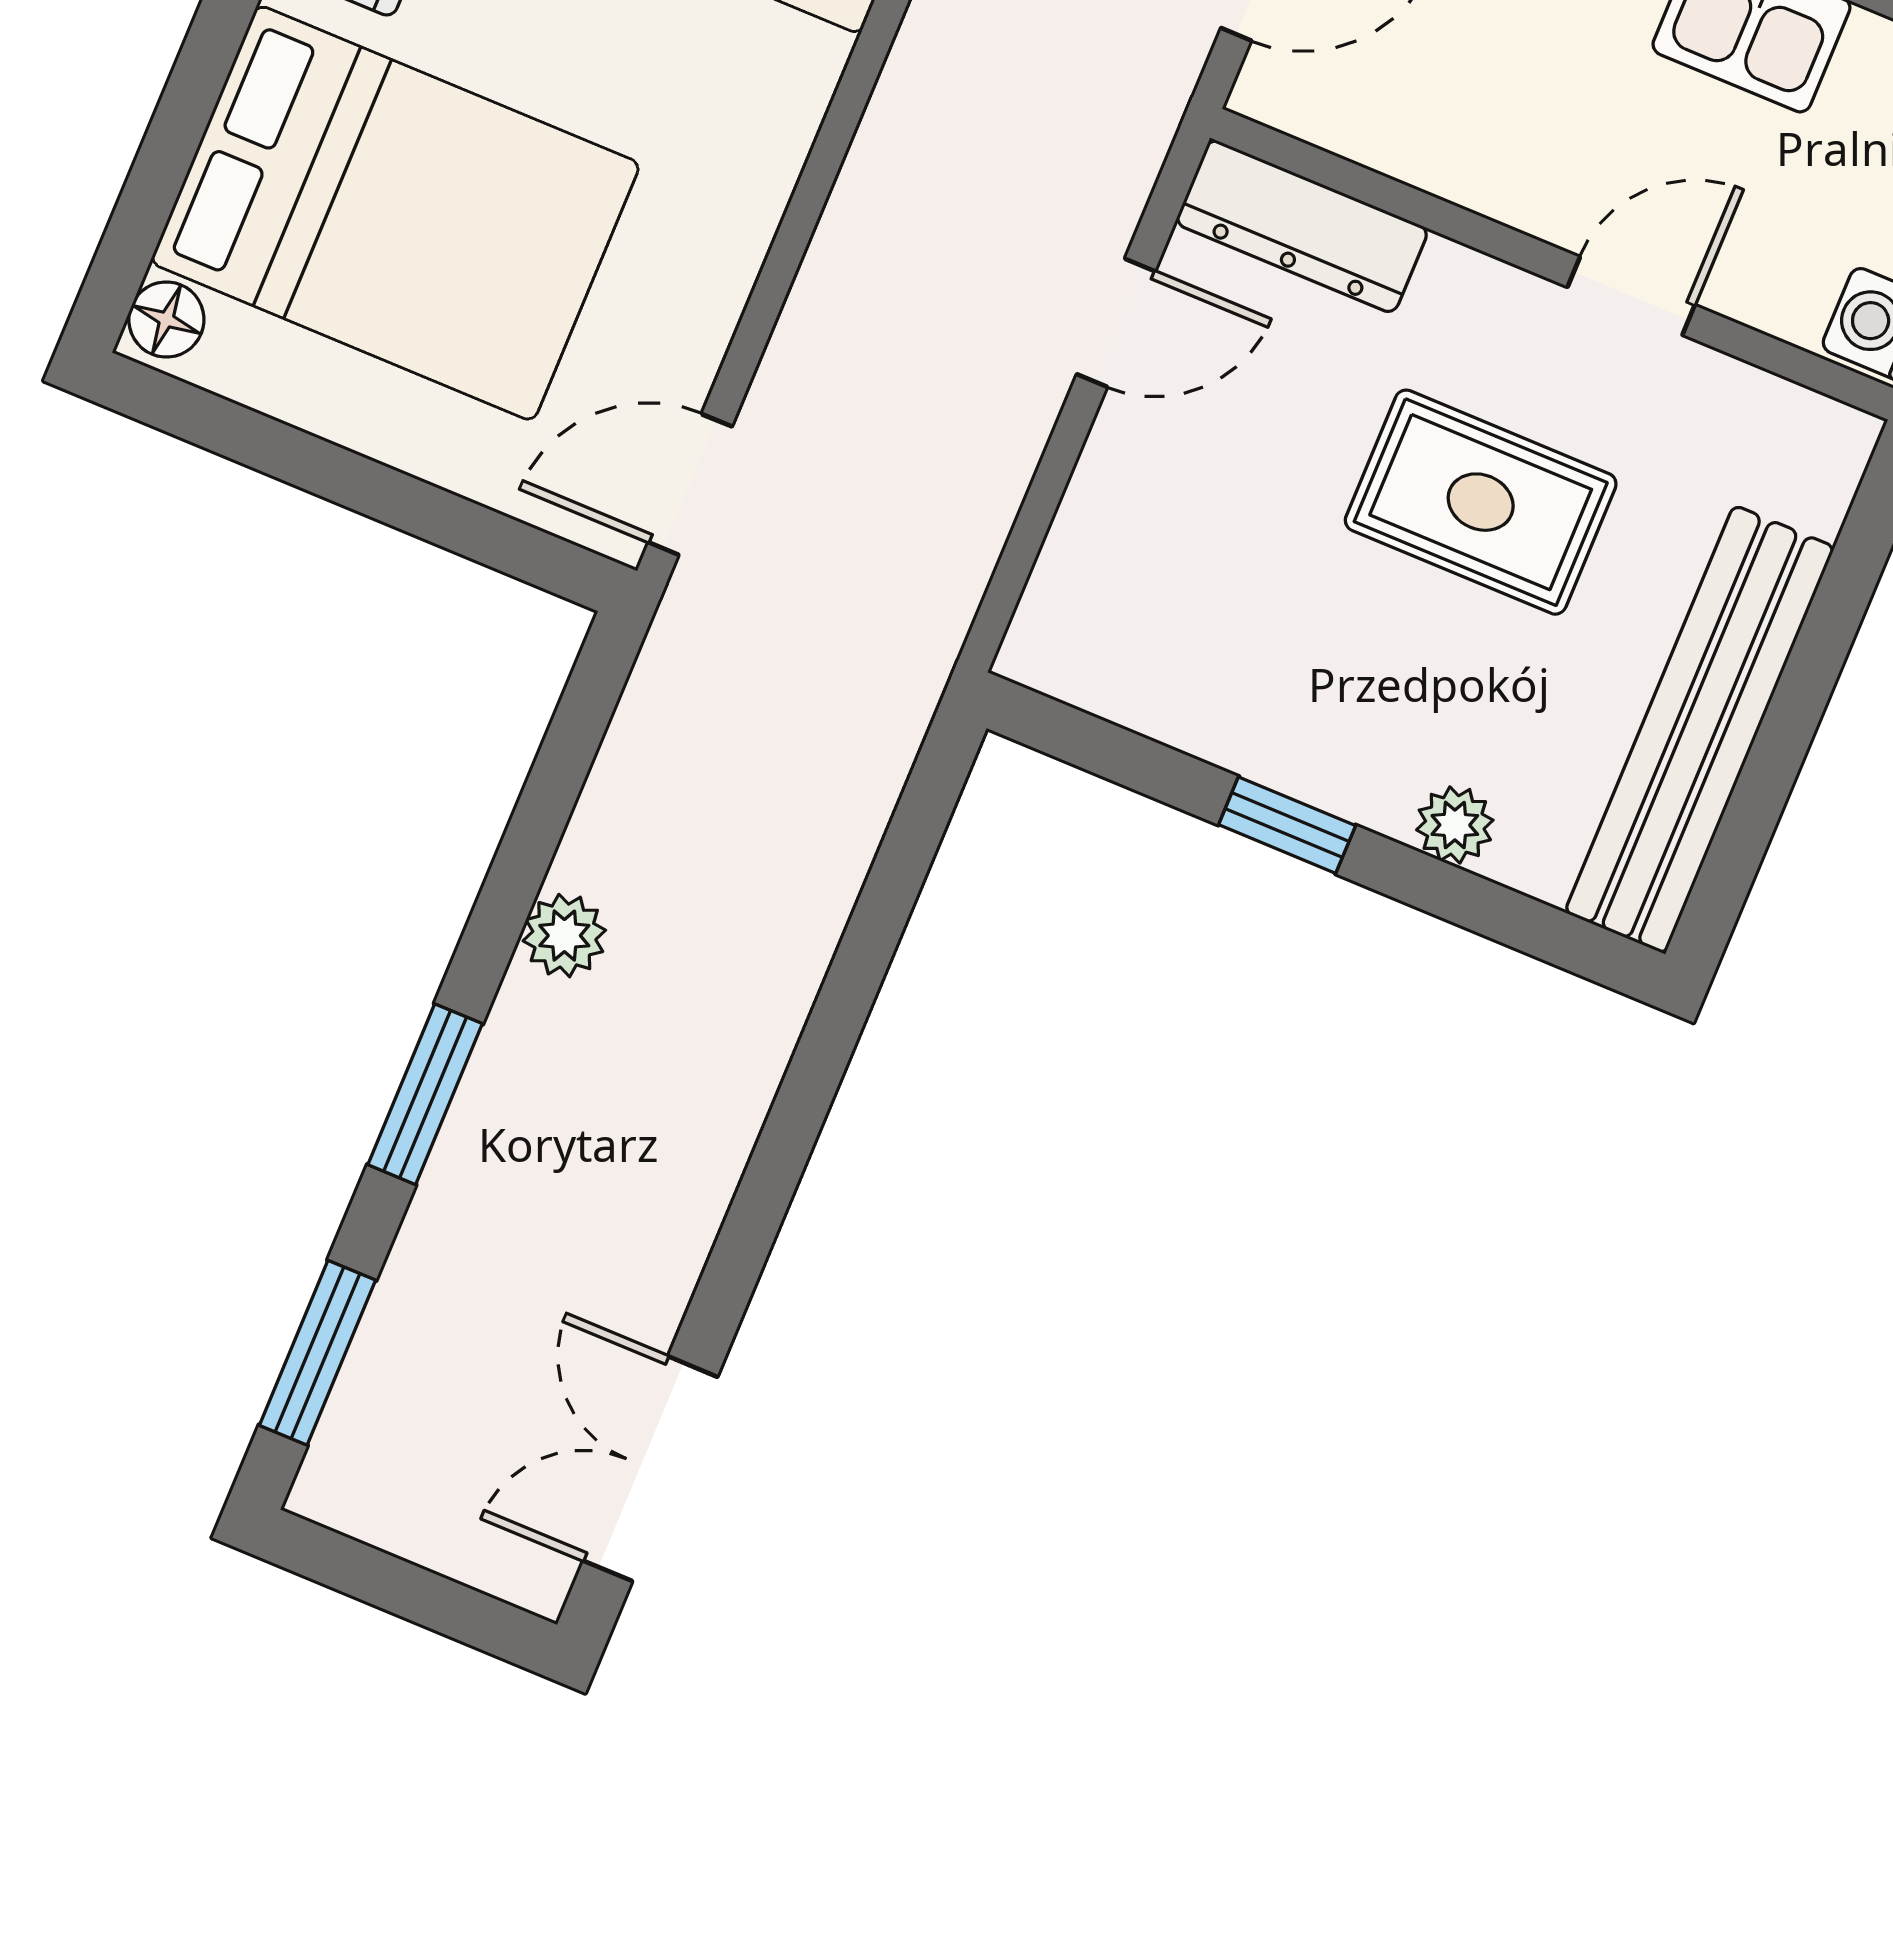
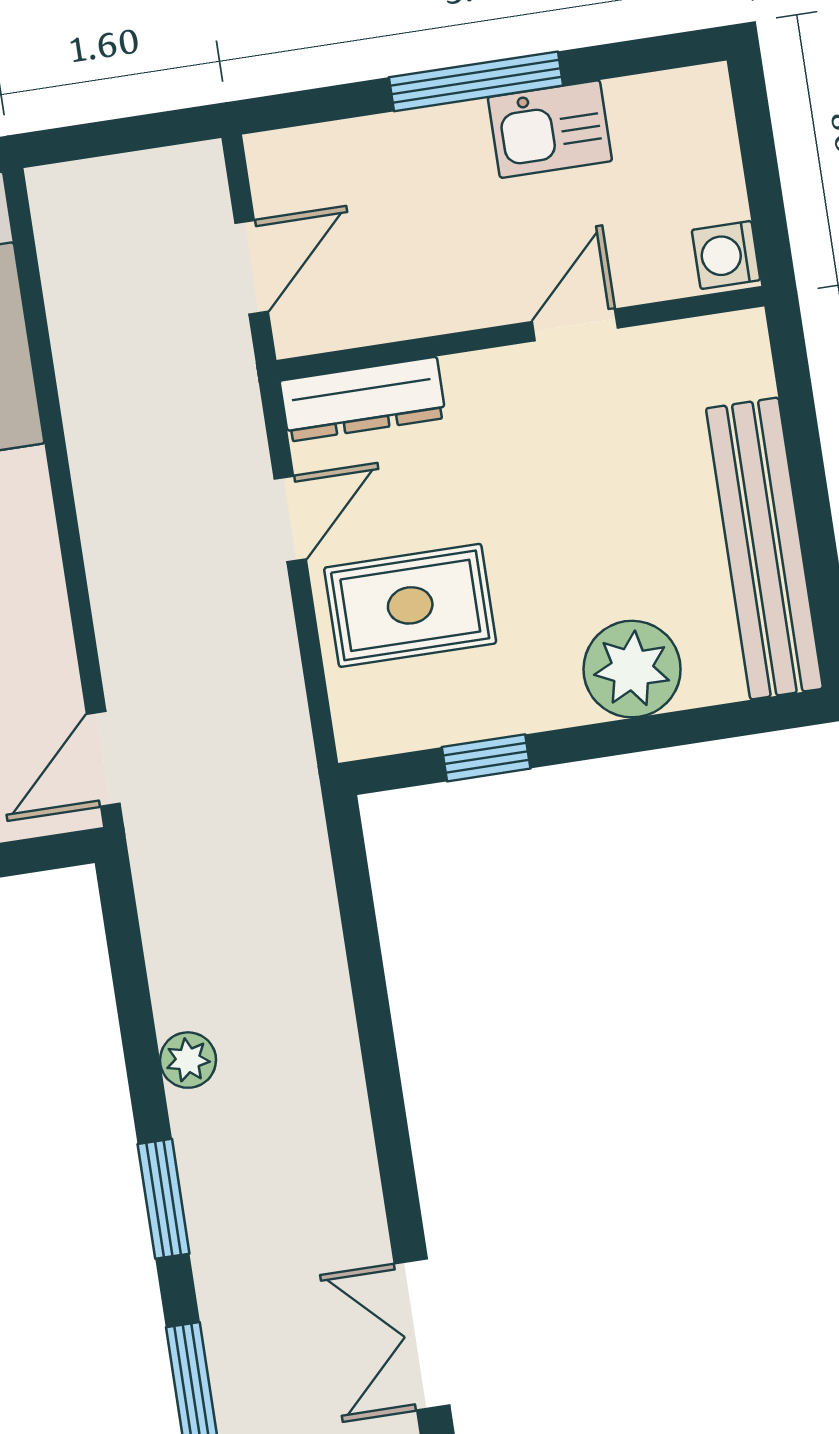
rug: (1481, 502) -> (410, 605), moved
window: (1287, 825) -> (486, 758), moved
plant: (1455, 825) -> (632, 669), width x1.87, depth x1.87

